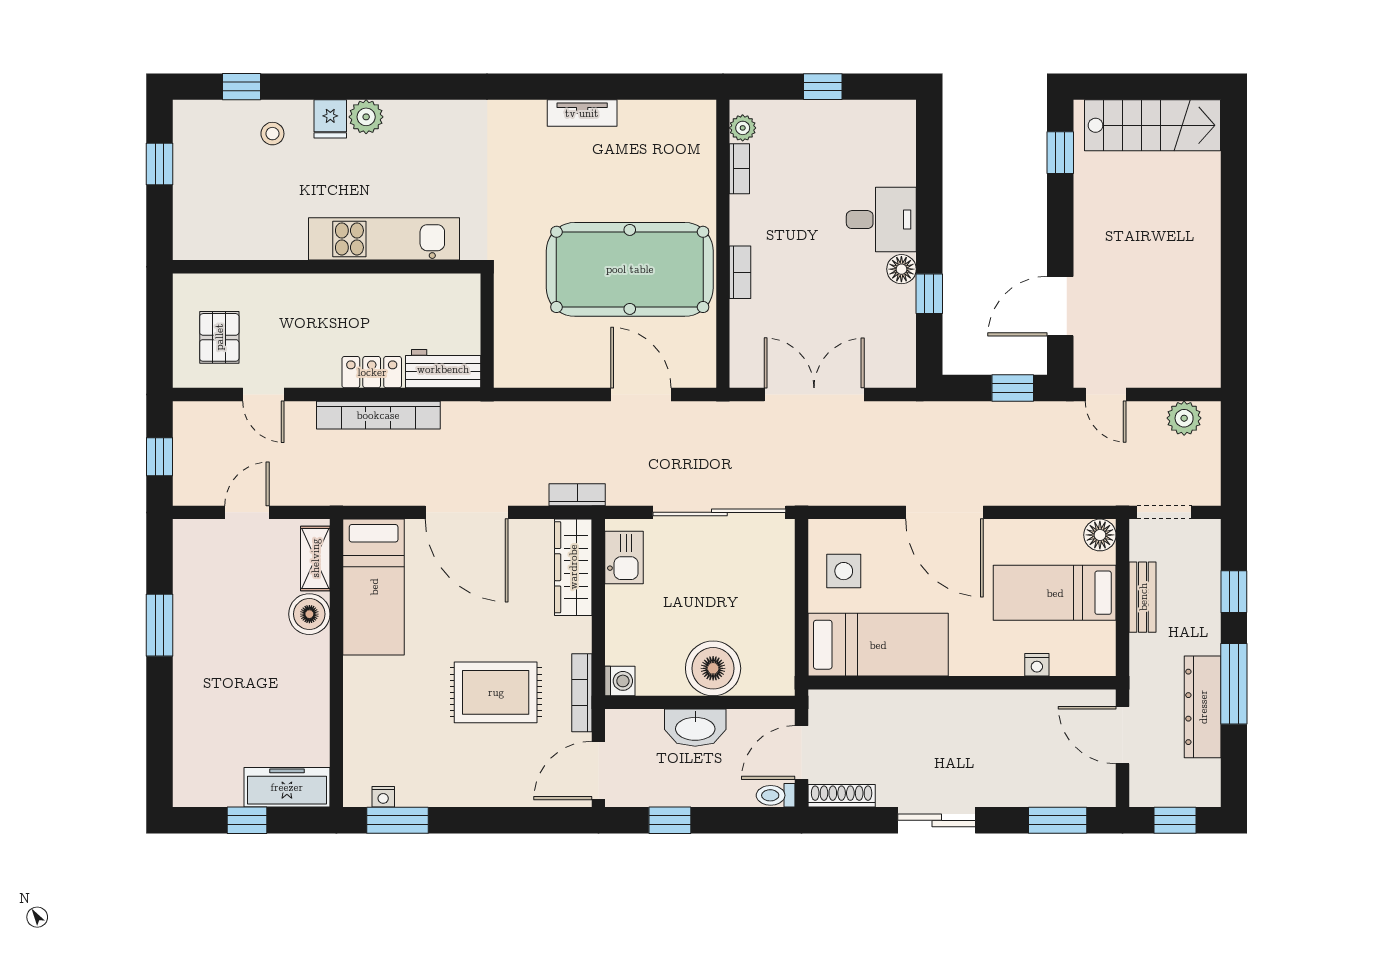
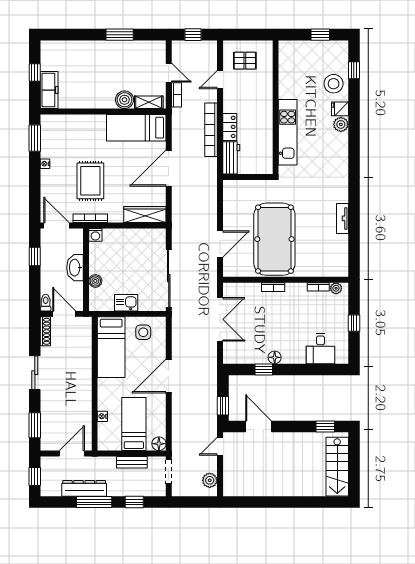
stool: (272, 134) -> (334, 84), width x1.89, depth x1.89
desk: (881, 220) -> (321, 349), moved
bookcase: (577, 495) -> (176, 95), moved
kitchen sink: (624, 558) -> (126, 303), moved, turned 180
boiler: (713, 668) -> (95, 281), width x0.54, depth x0.54
nightstand: (383, 797) -> (45, 164), moved

